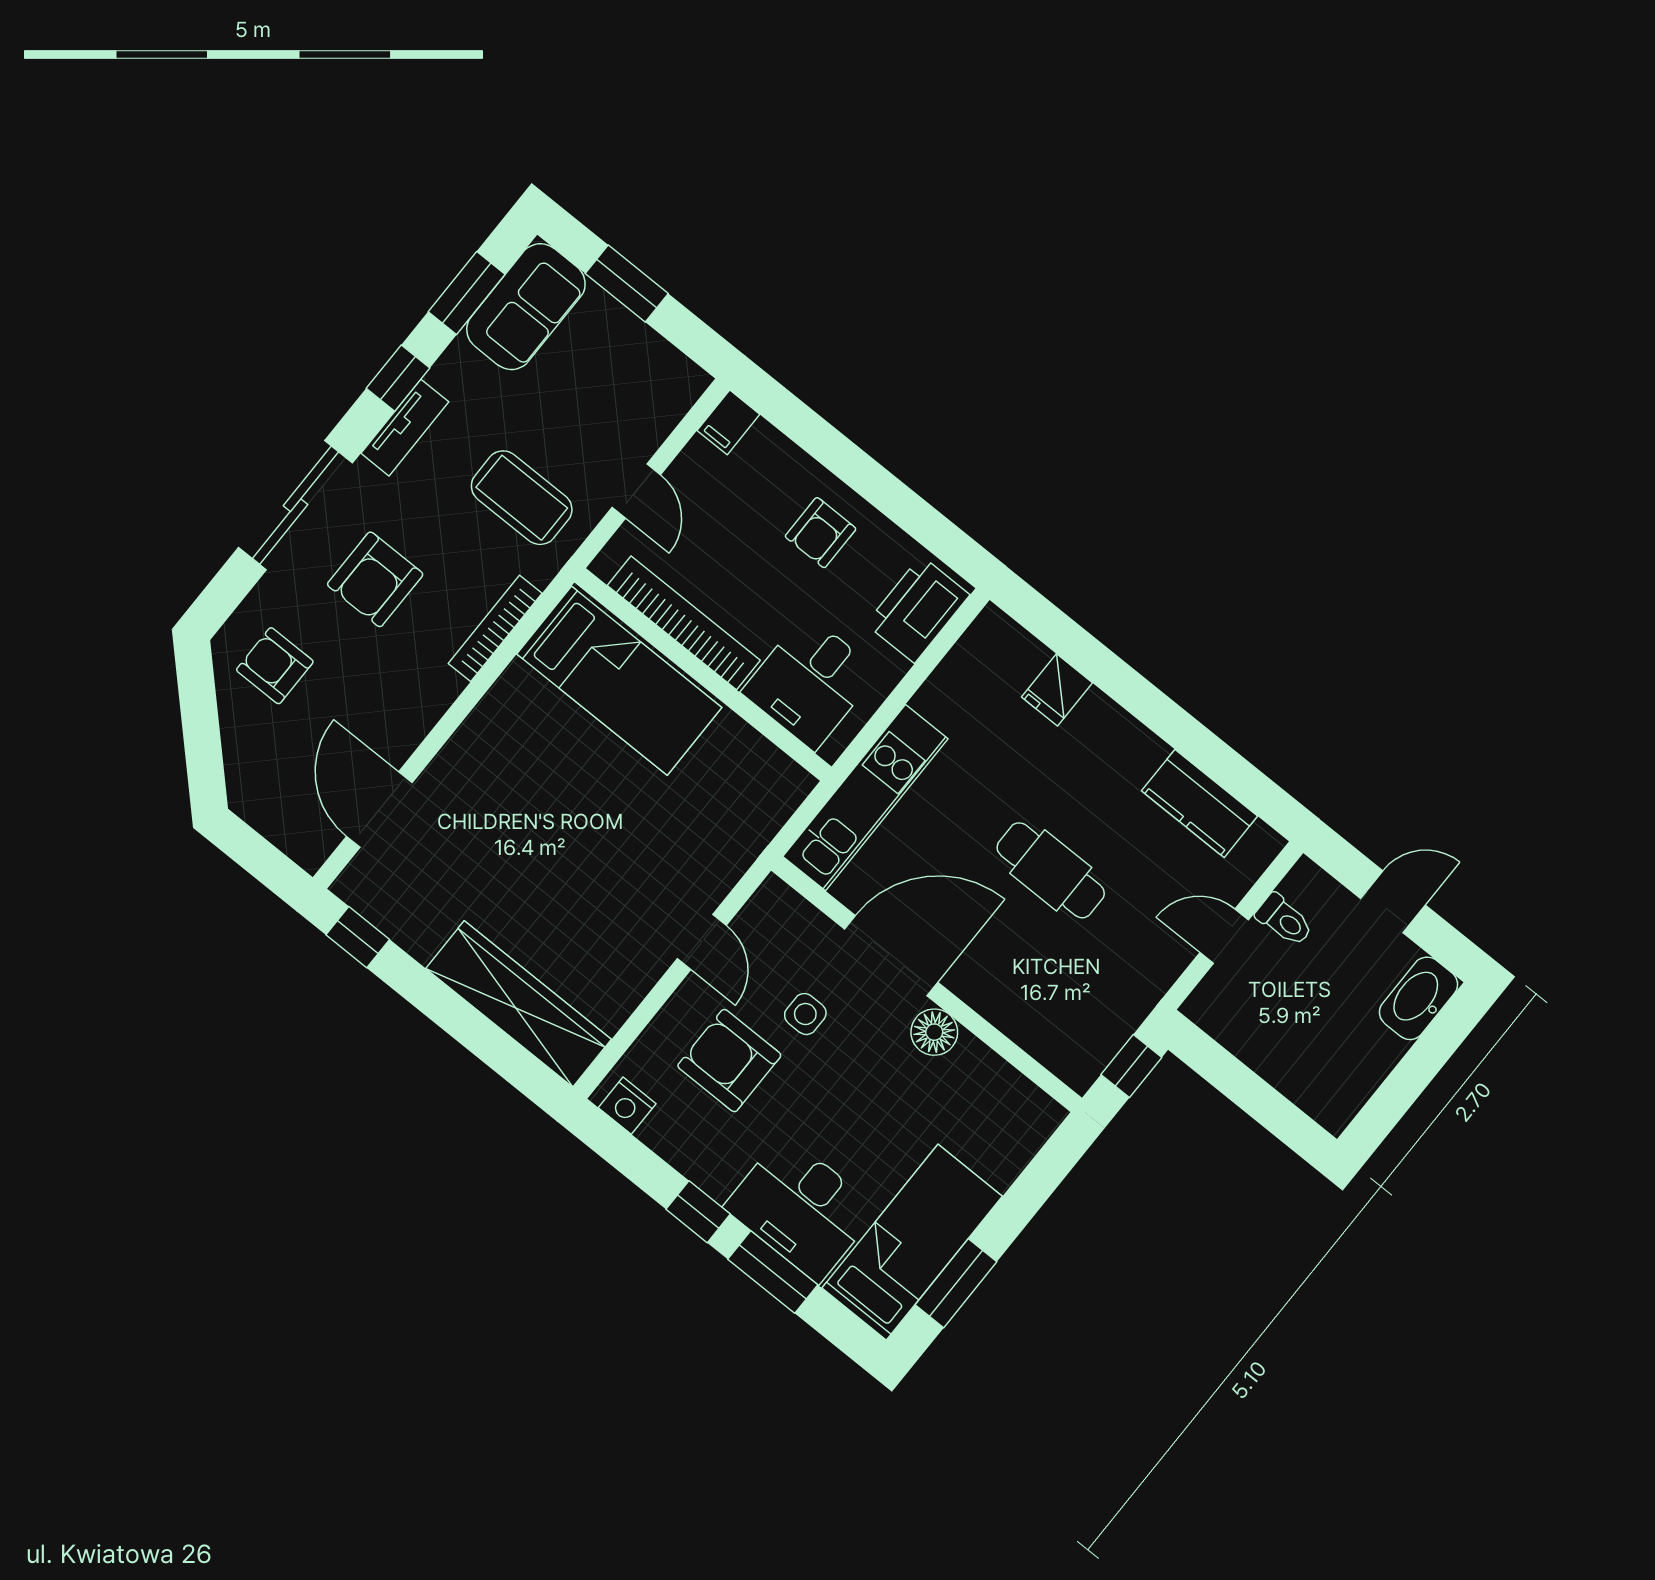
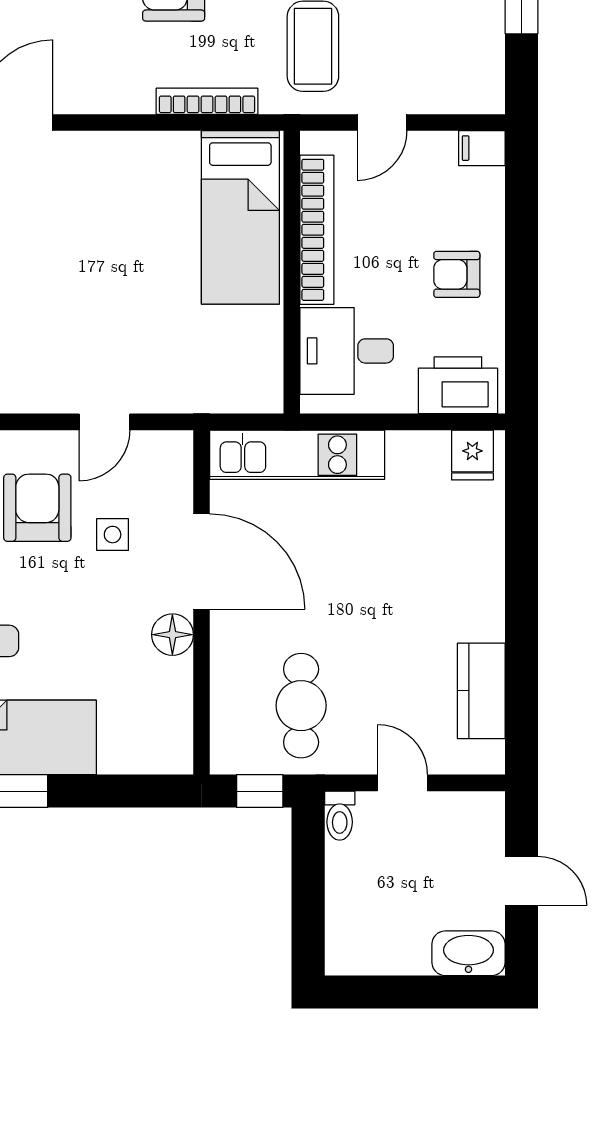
fridge: (1057, 690) -> (472, 455), moved, turned -90
cafe table: (1051, 870) -> (301, 706), moved
toilet: (1284, 920) -> (340, 816), moved

